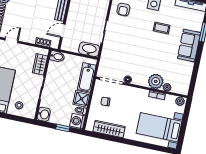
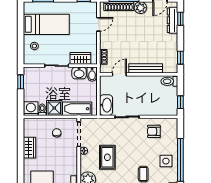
door: (63, 31) -> (119, 74), hinge flipped
door: (11, 41) -> (98, 24), hinge flipped
rug: (139, 59) -> (107, 157), added
washbasin: (44, 114) -> (79, 73), moved
window: (63, 128) -> (21, 82), moved
wardrobe: (109, 129) -> (30, 148), width x0.67

